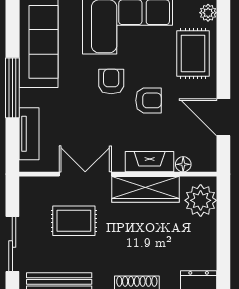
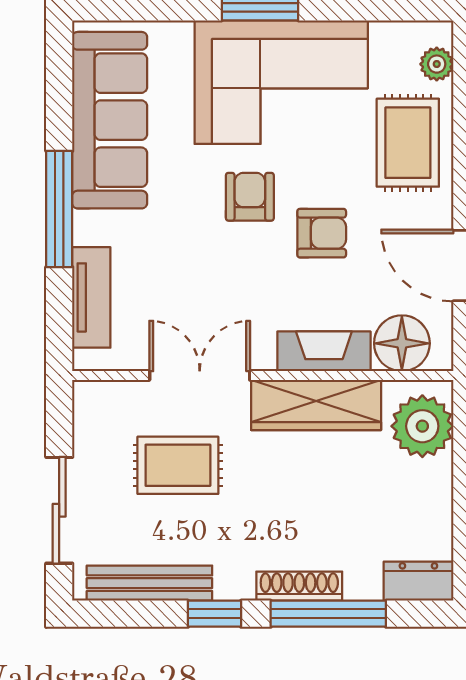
floor lamp: (183, 164) -> (402, 343), width x1.89, depth x1.89

